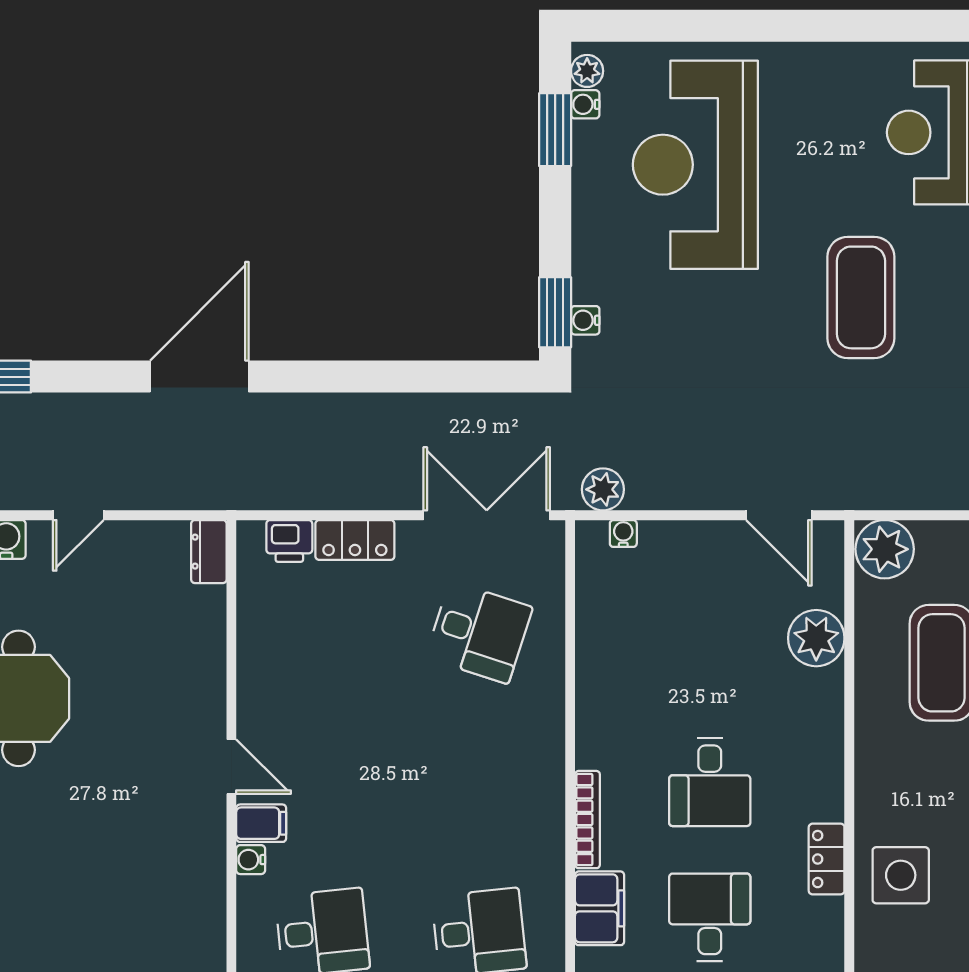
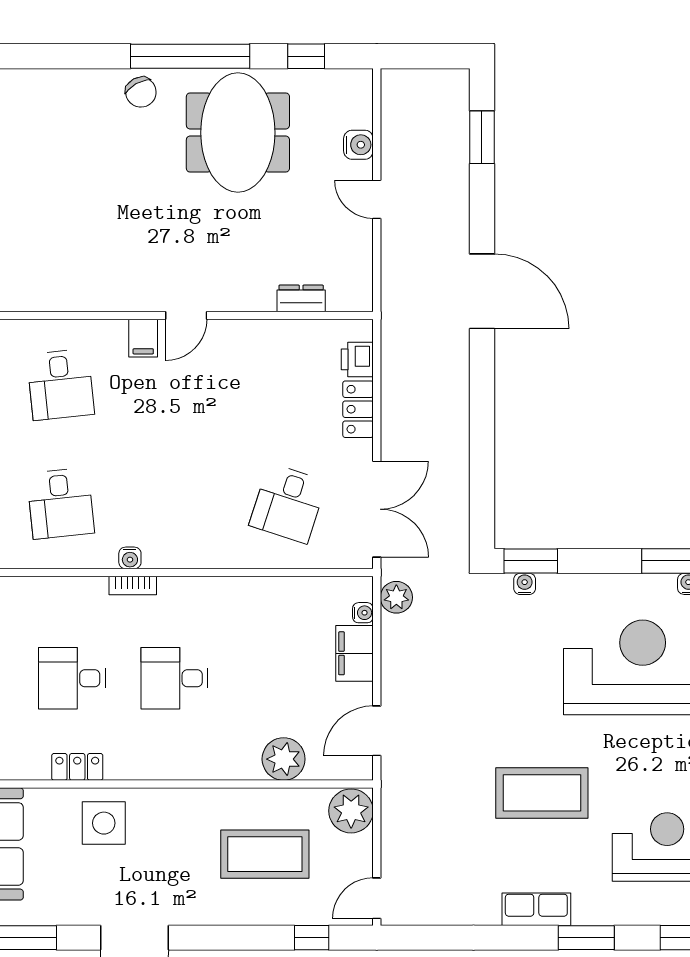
dresser: (209, 552) -> (301, 298), moved
bookcase: (587, 820) -> (133, 586), width x0.64
locker: (827, 859) -> (77, 767), moved
water cooler: (251, 860) -> (130, 558), moved, turned 180
filing cabinet: (600, 908) -> (355, 653), moved, turned 90
desk: (710, 917) -> (72, 678), turned 180

